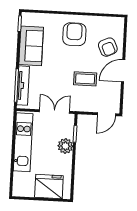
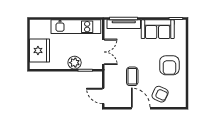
armchair: (74, 34) -> (169, 65), turned 90
armchair: (108, 47) -> (160, 94), turned -130

